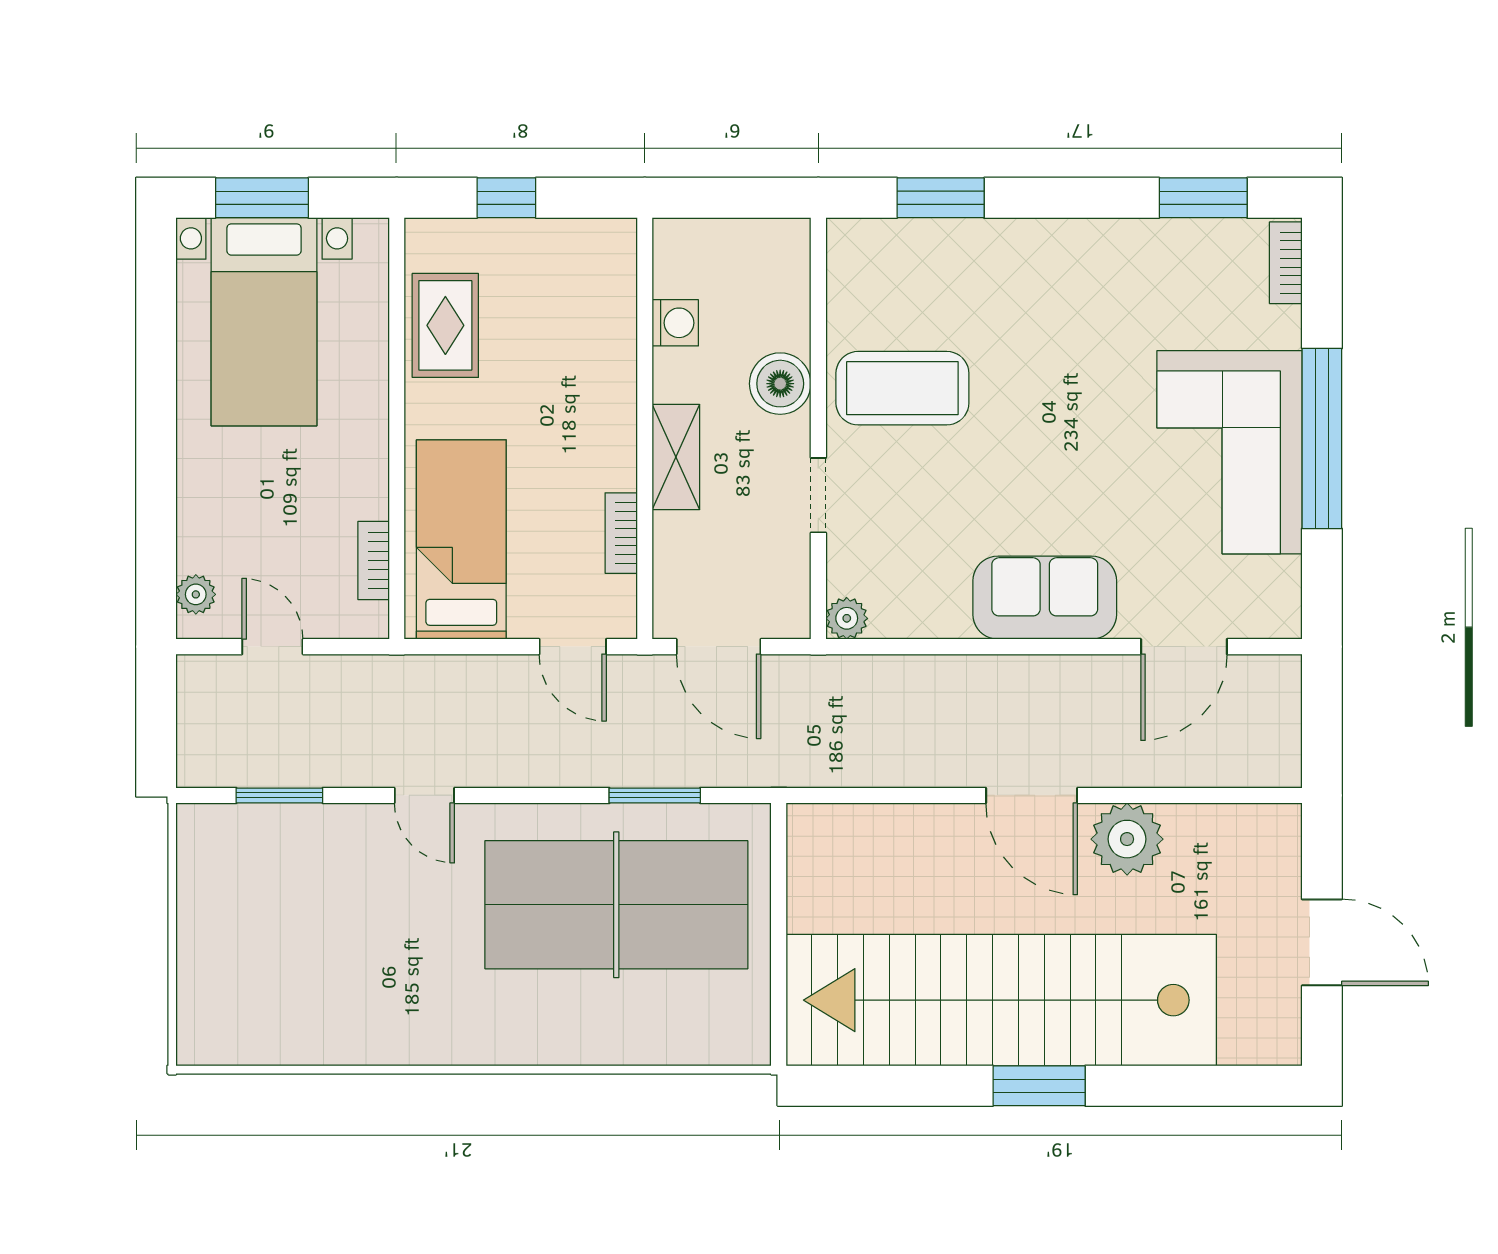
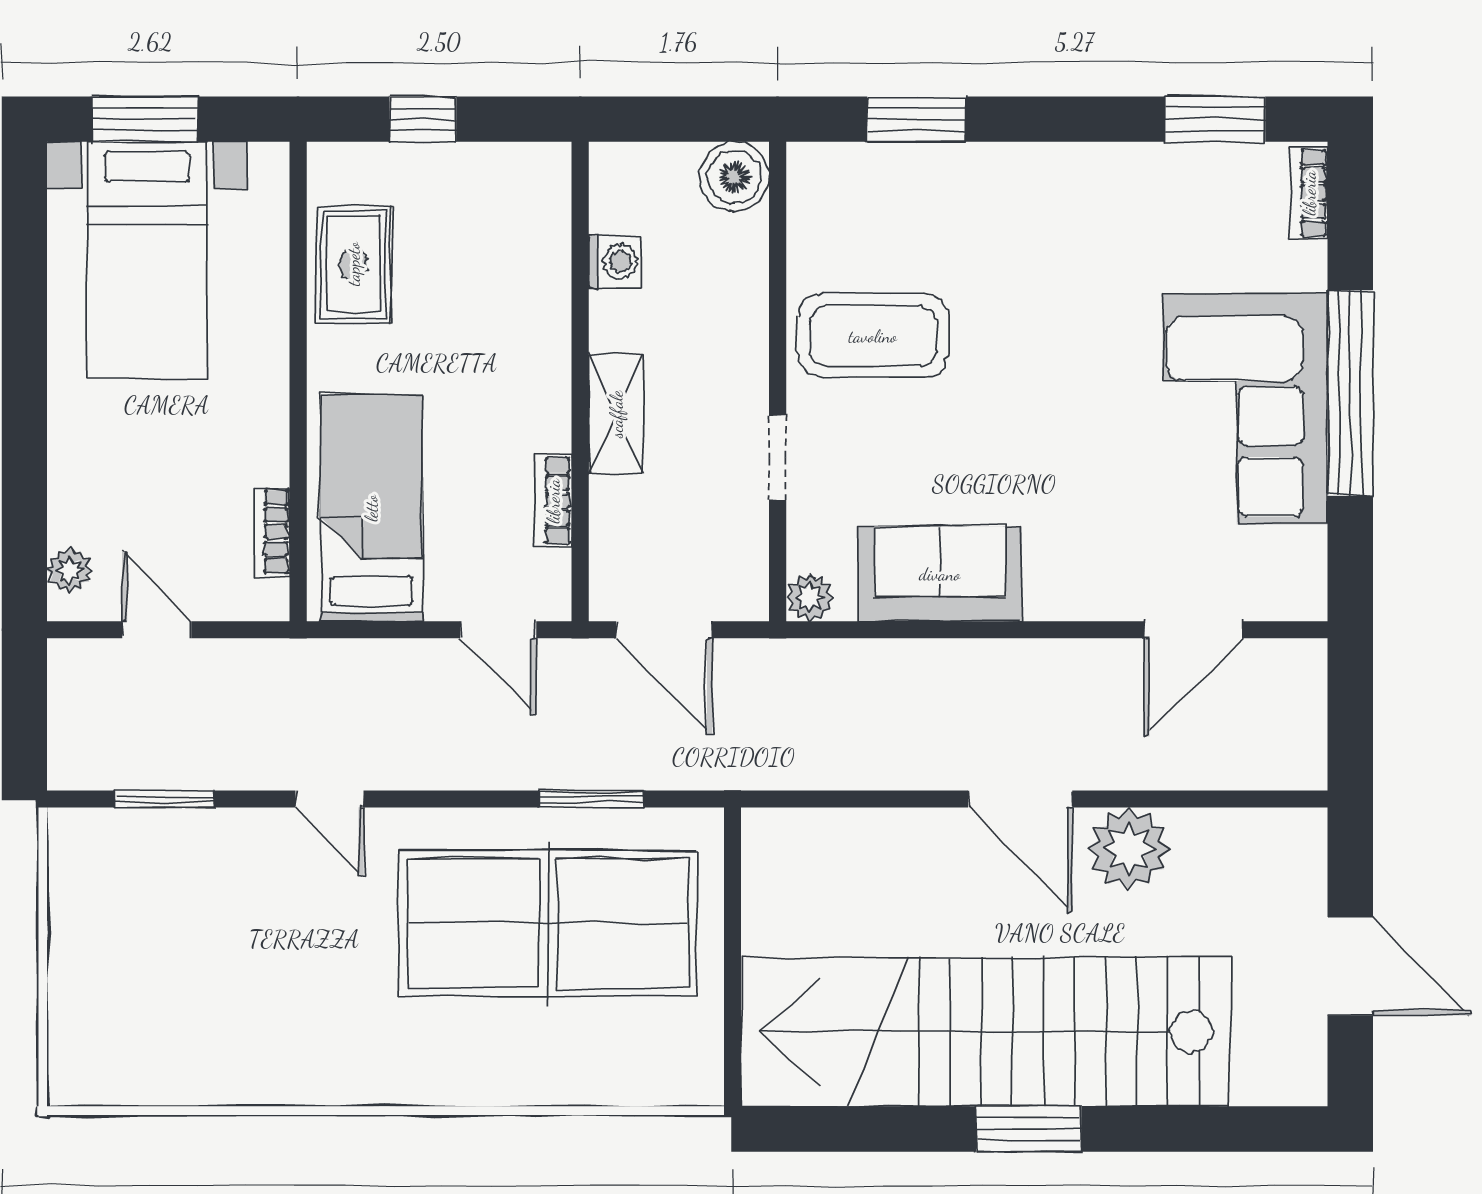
boiler: (780, 384) -> (734, 177), moved
sofa: (1045, 598) -> (940, 574), moved

